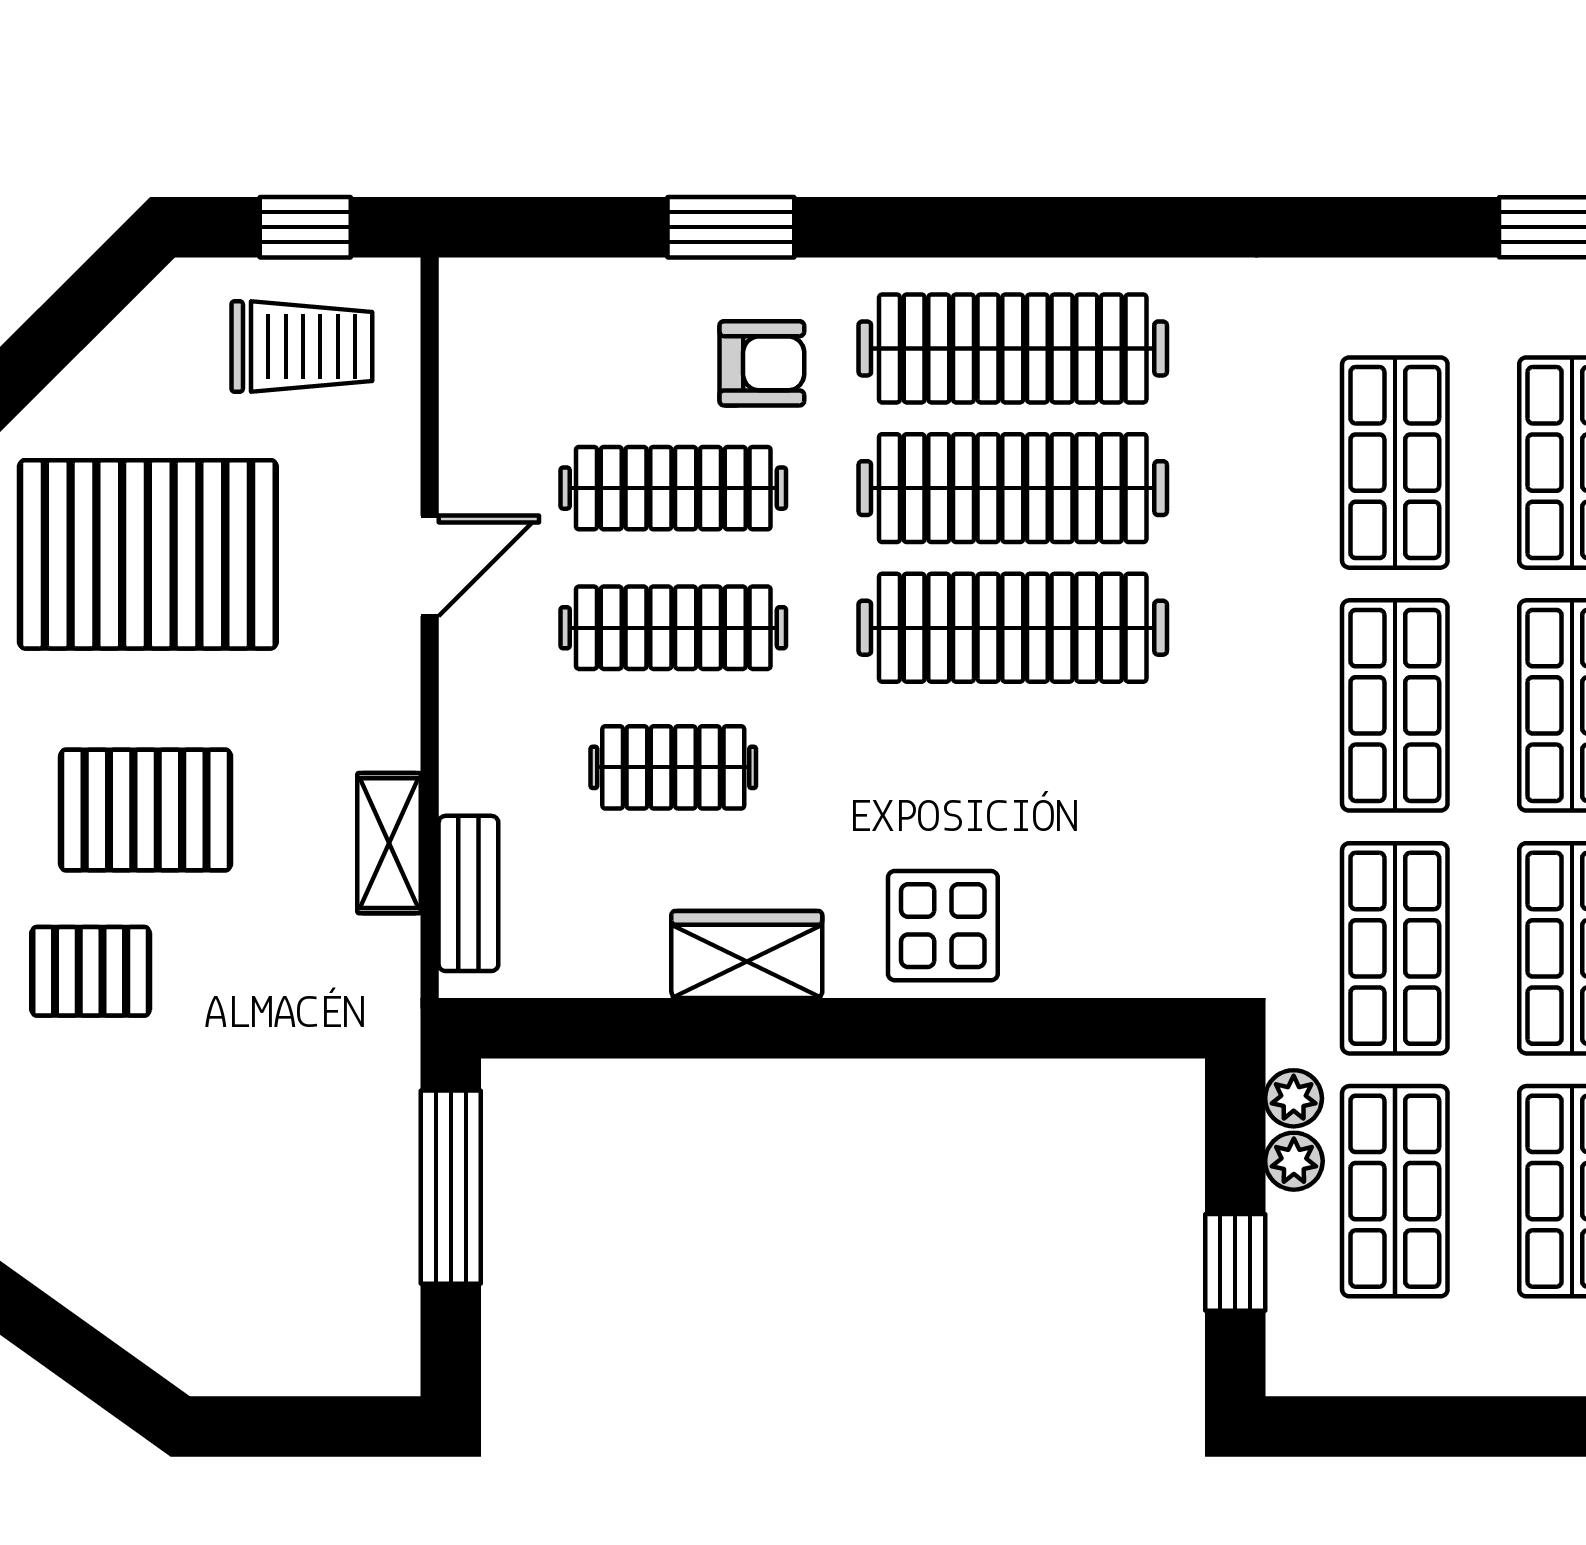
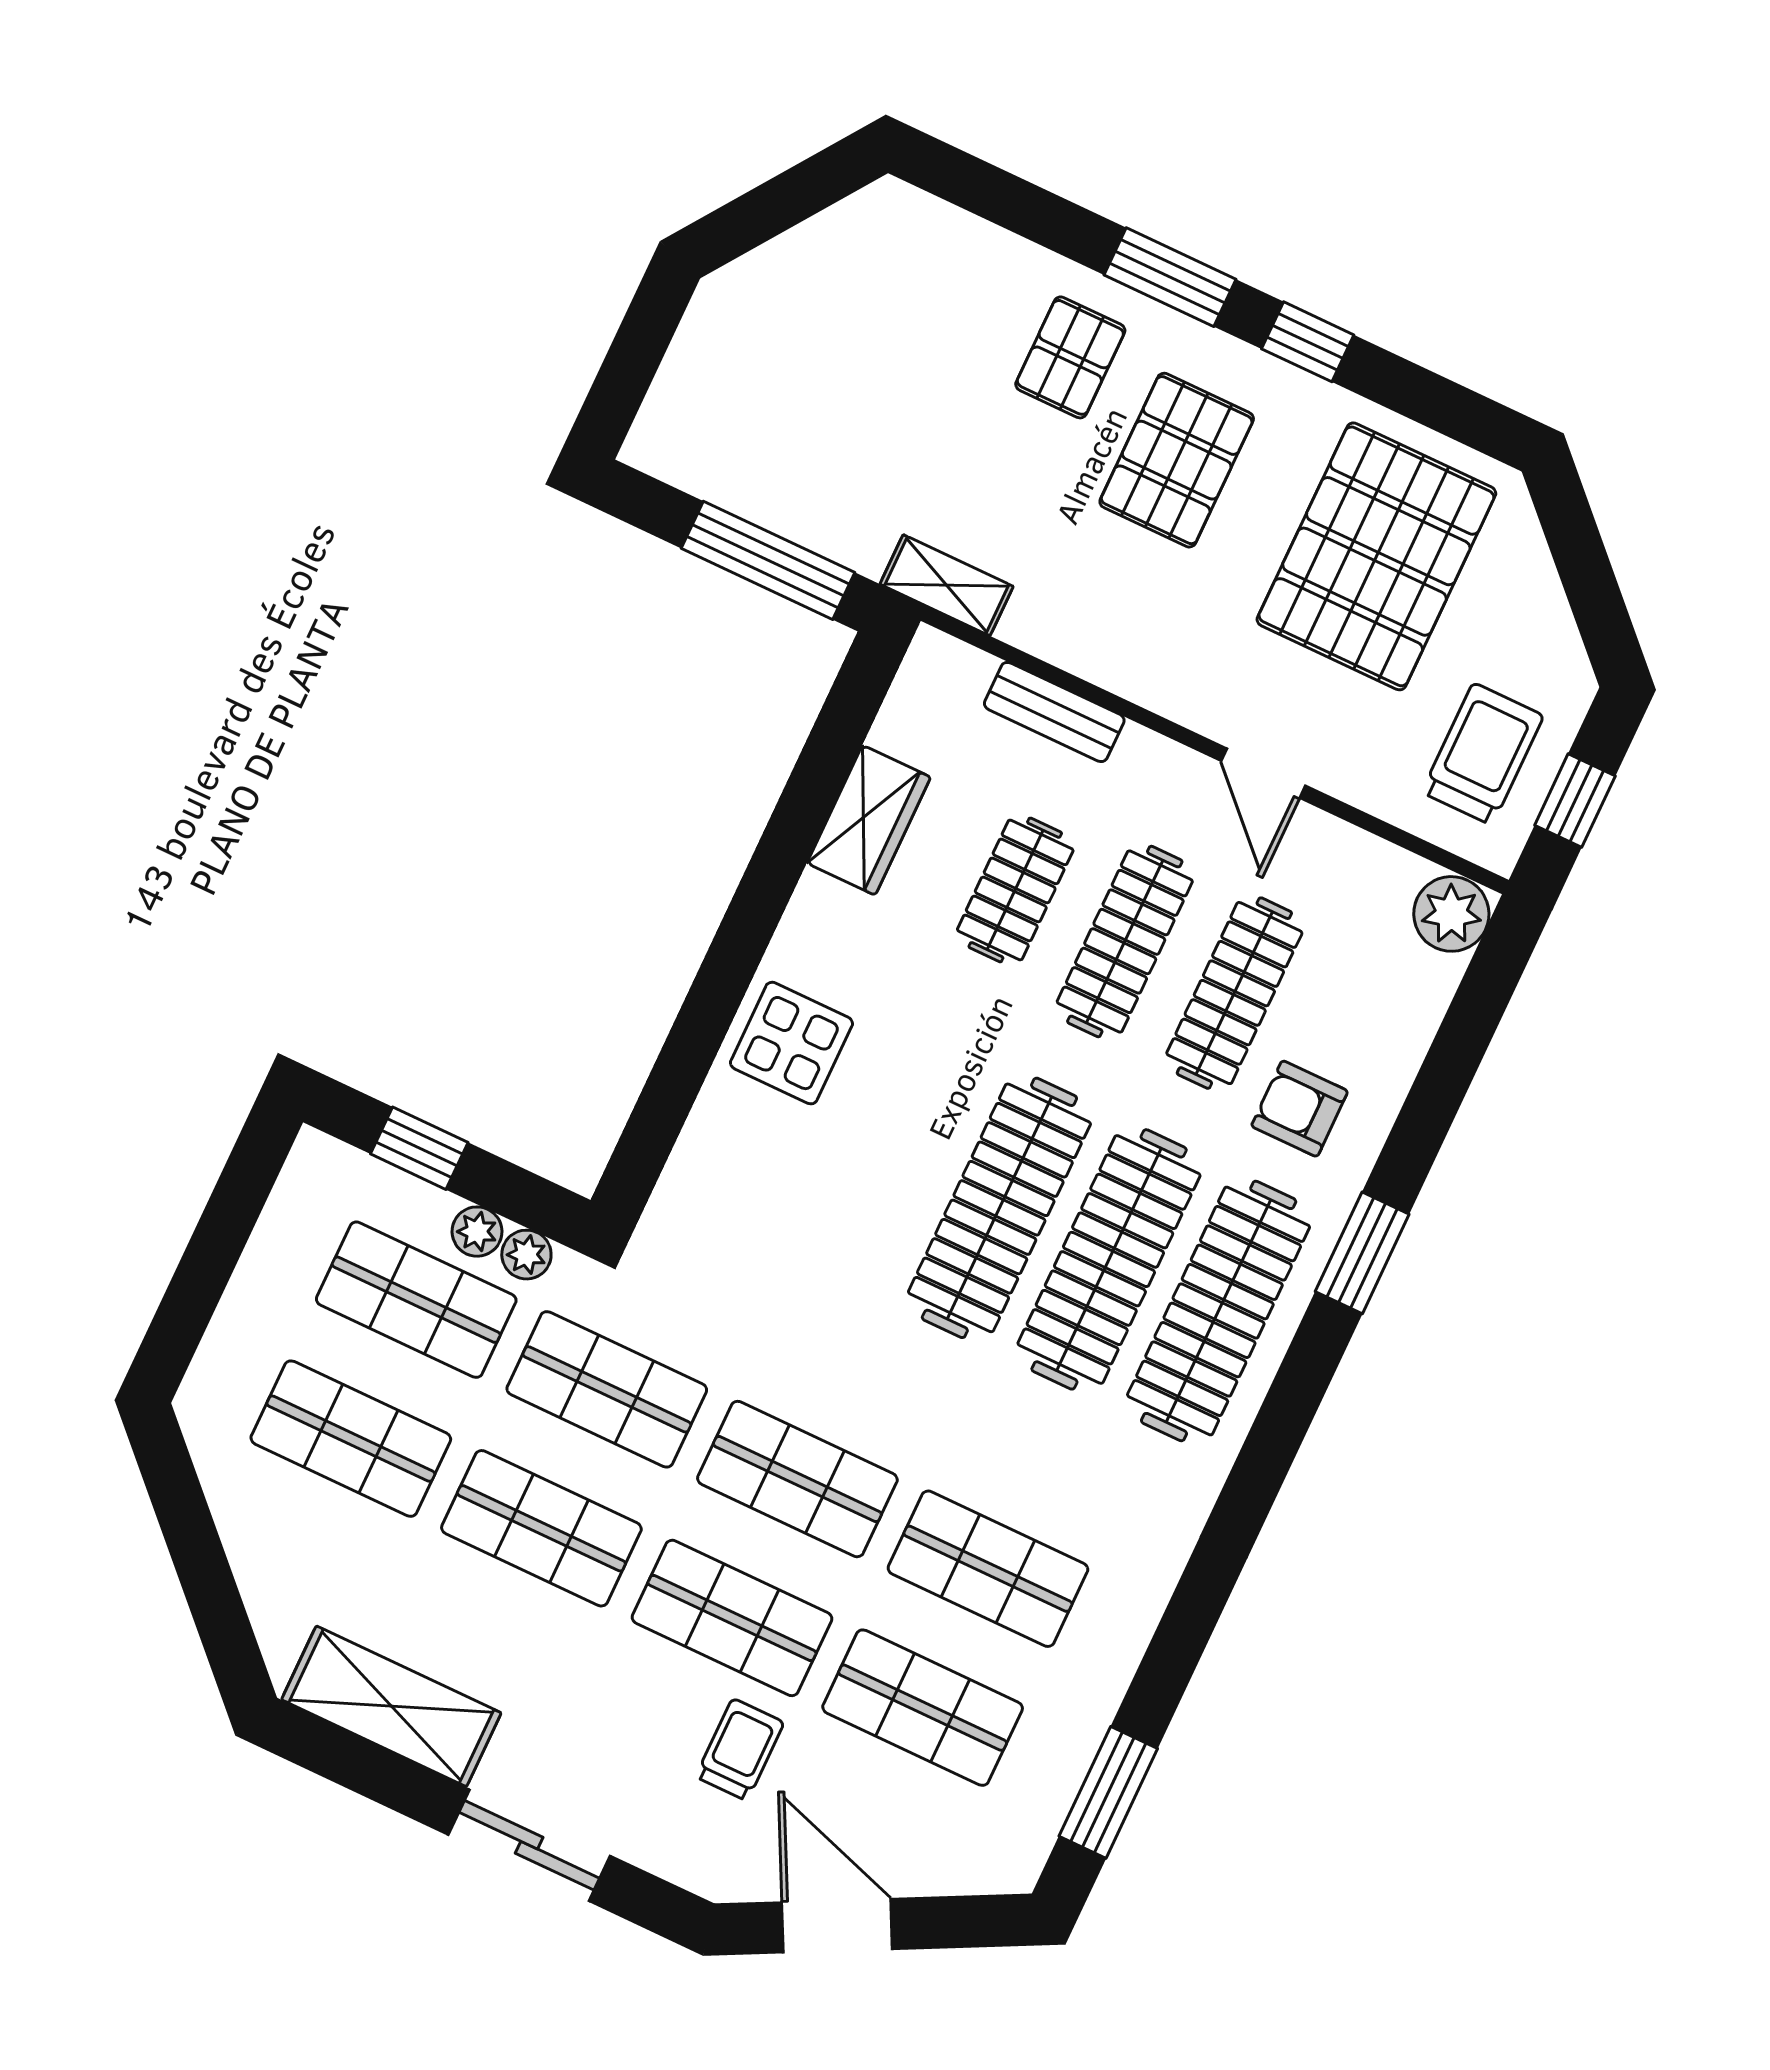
window: (731, 227) -> (1362, 1253), moved
plant: (484, 301) -> (1451, 914), added
trolley: (302, 347) -> (1483, 754), turned 180
armchair: (762, 363) -> (1300, 1109), turned 90
shelving: (389, 843) -> (947, 585), moved
bench: (468, 893) -> (1054, 712), moved
wardrobe: (747, 954) -> (869, 820), moved

